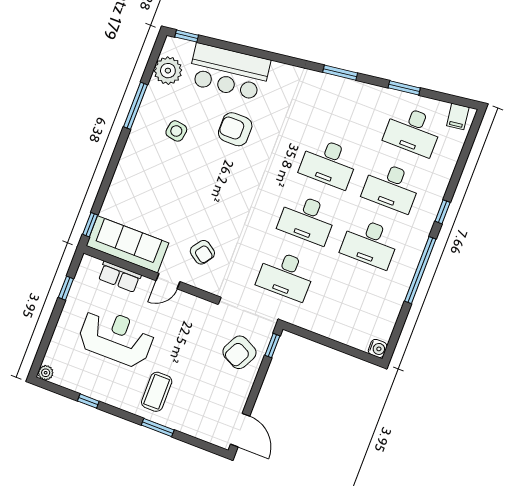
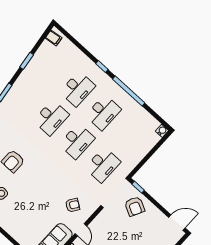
desk: (413, 131) -> (52, 65), removed

